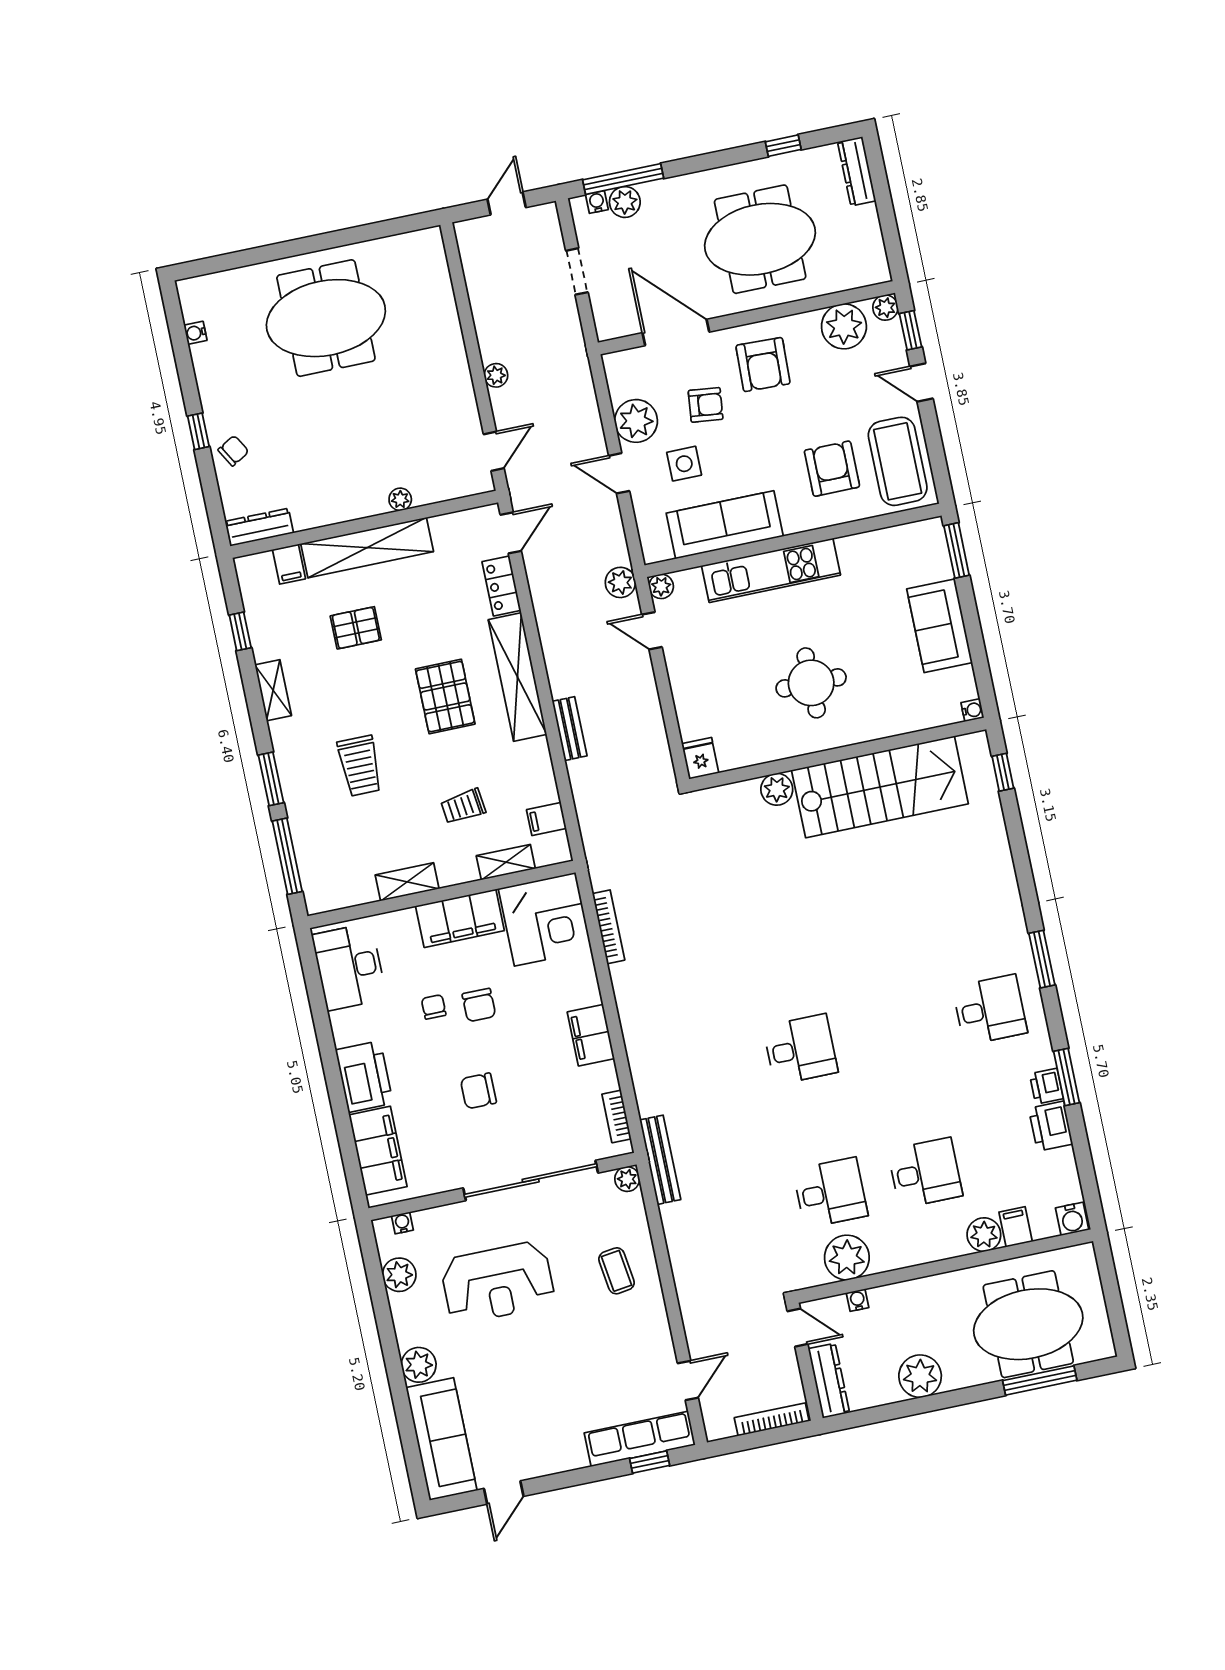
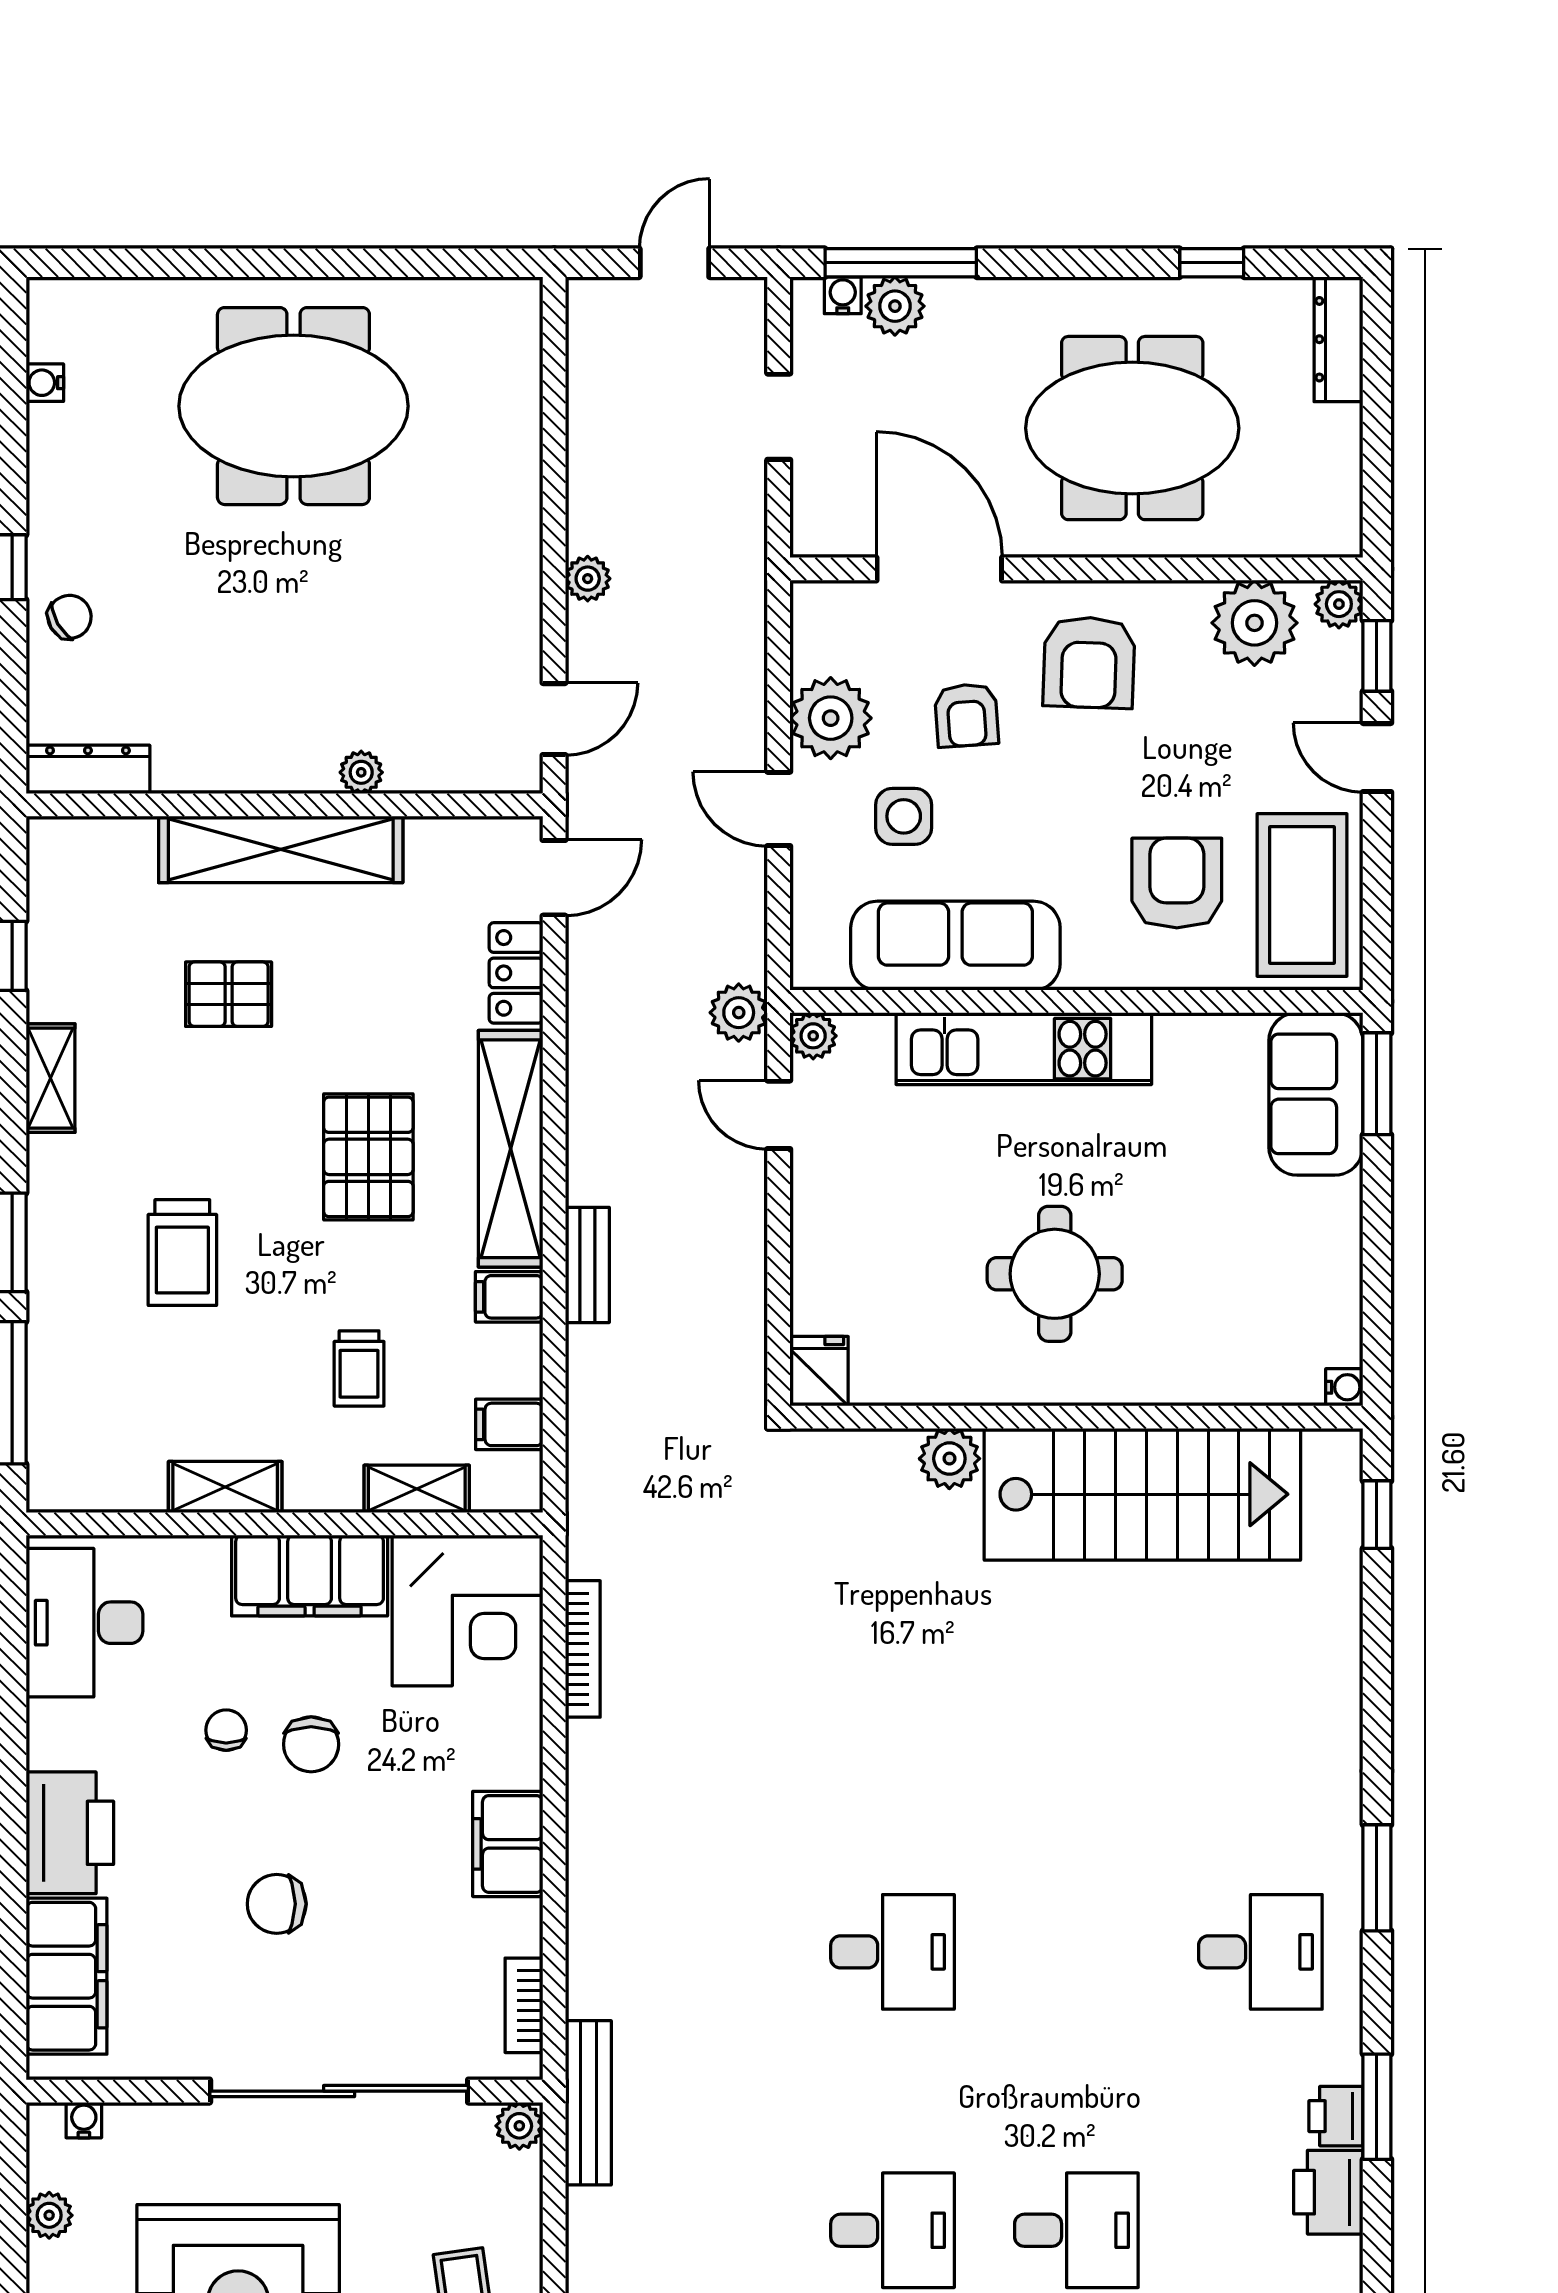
armchair: (706, 405) -> (966, 715), turned 80
filing cabinet: (289, 564) -> (509, 1297), moved, turned 90
sofa: (939, 626) -> (1316, 1094), moved
trolley: (463, 806) -> (359, 1368), turned -83
plant: (399, 1275) -> (49, 2215), width x0.73, depth x0.73

